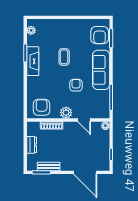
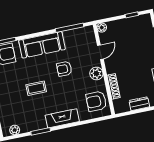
fireplace: (33, 61) -> (62, 118), moved

